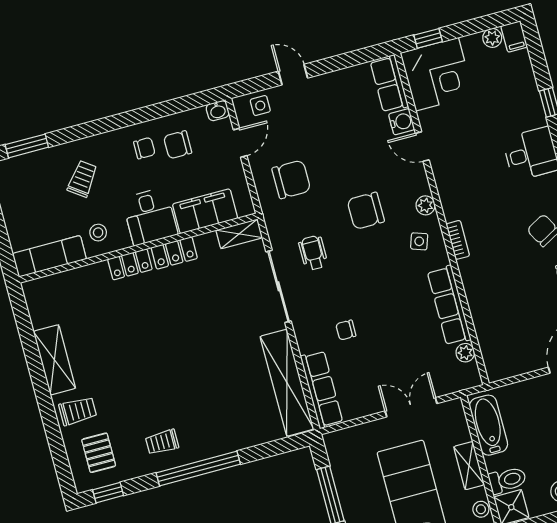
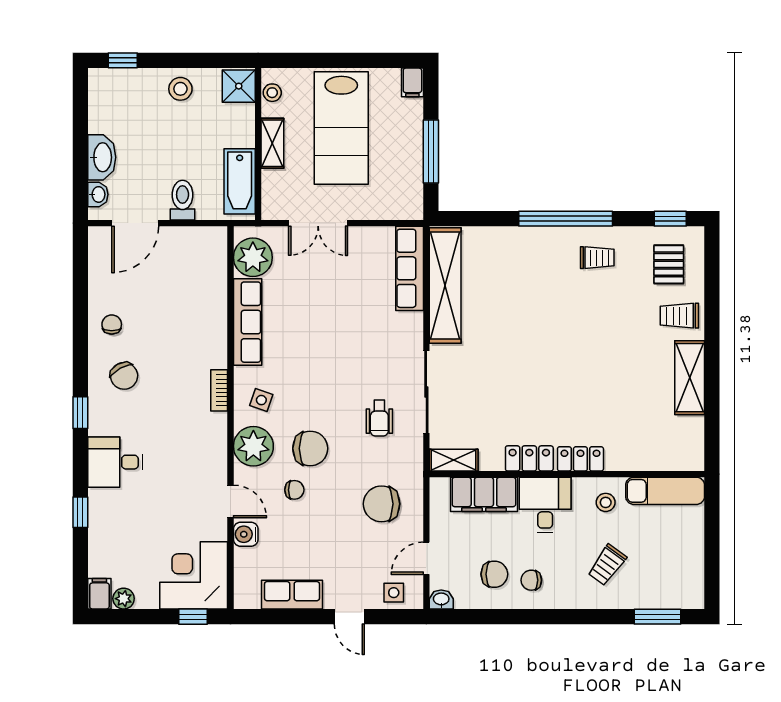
row of seats: (389, 84) -> (292, 595), moved, turned -90
plant: (425, 205) -> (253, 446), width x1.88, depth x1.88
chair: (346, 330) -> (294, 490), moved
plant: (465, 353) -> (253, 257), width x1.87, depth x1.87
toilet: (507, 480) -> (183, 200), moved, turned 90

